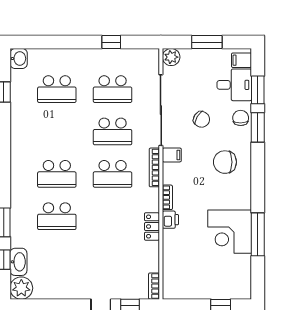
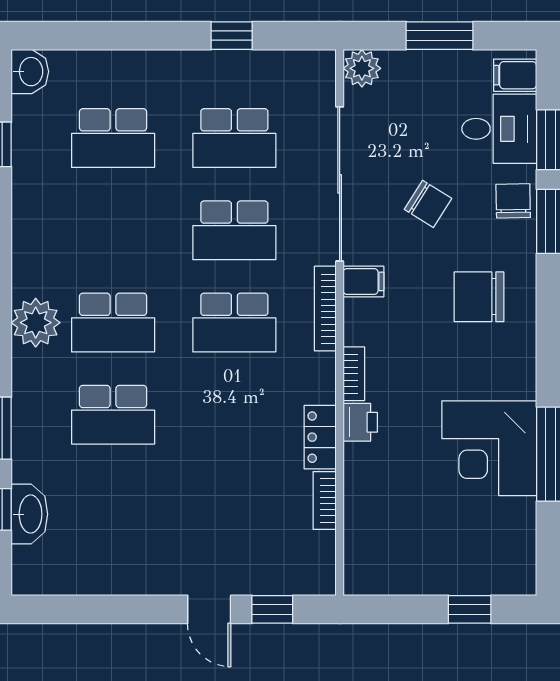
bookcase: (154, 286) -> (325, 500), moved
plant: (21, 288) -> (36, 323), moved

